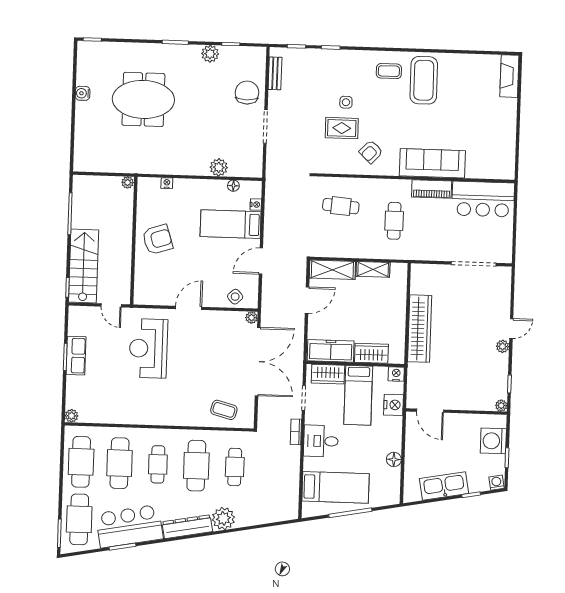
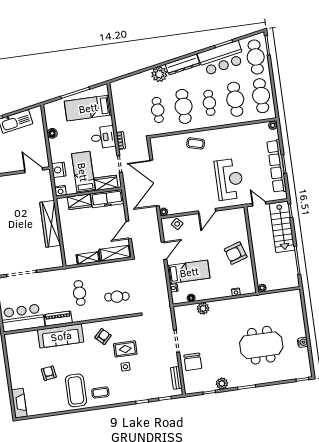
armchair: (459, 112) -> (49, 373), added
row of seats: (76, 356) -> (277, 166), width x2.02
coffee table: (224, 410) -> (196, 143), moved

